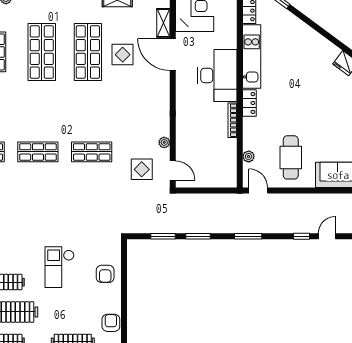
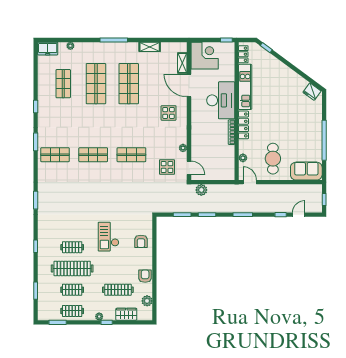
display table: (123, 55) -> (169, 113), moved
locker: (249, 103) -> (244, 125), width x1.53
plant: (190, 201) -> (201, 190), added

